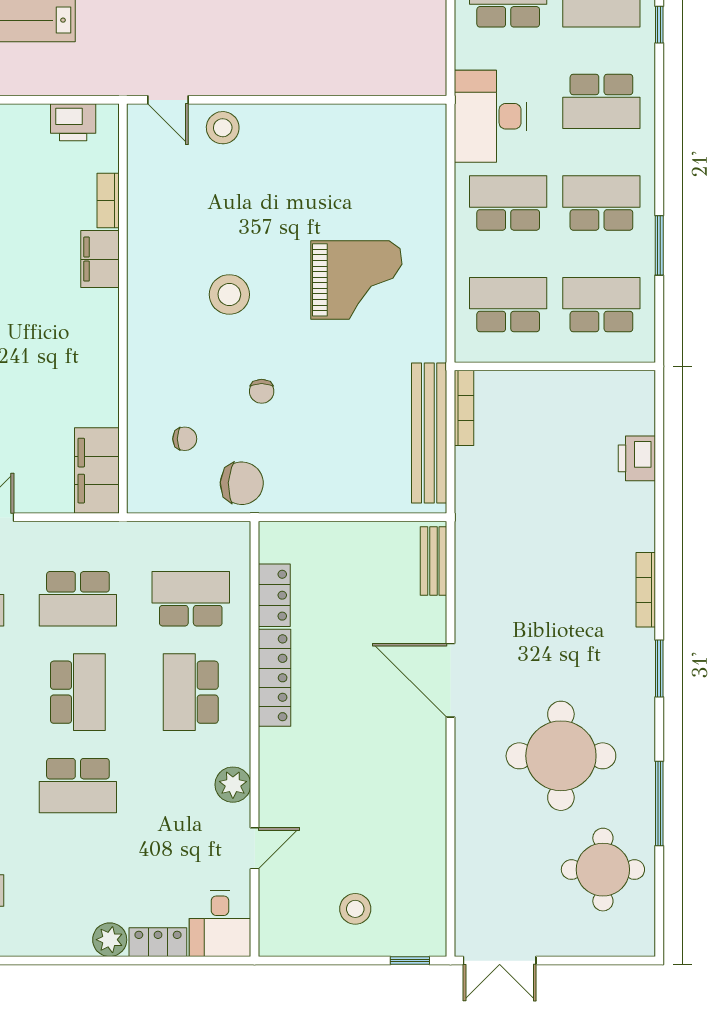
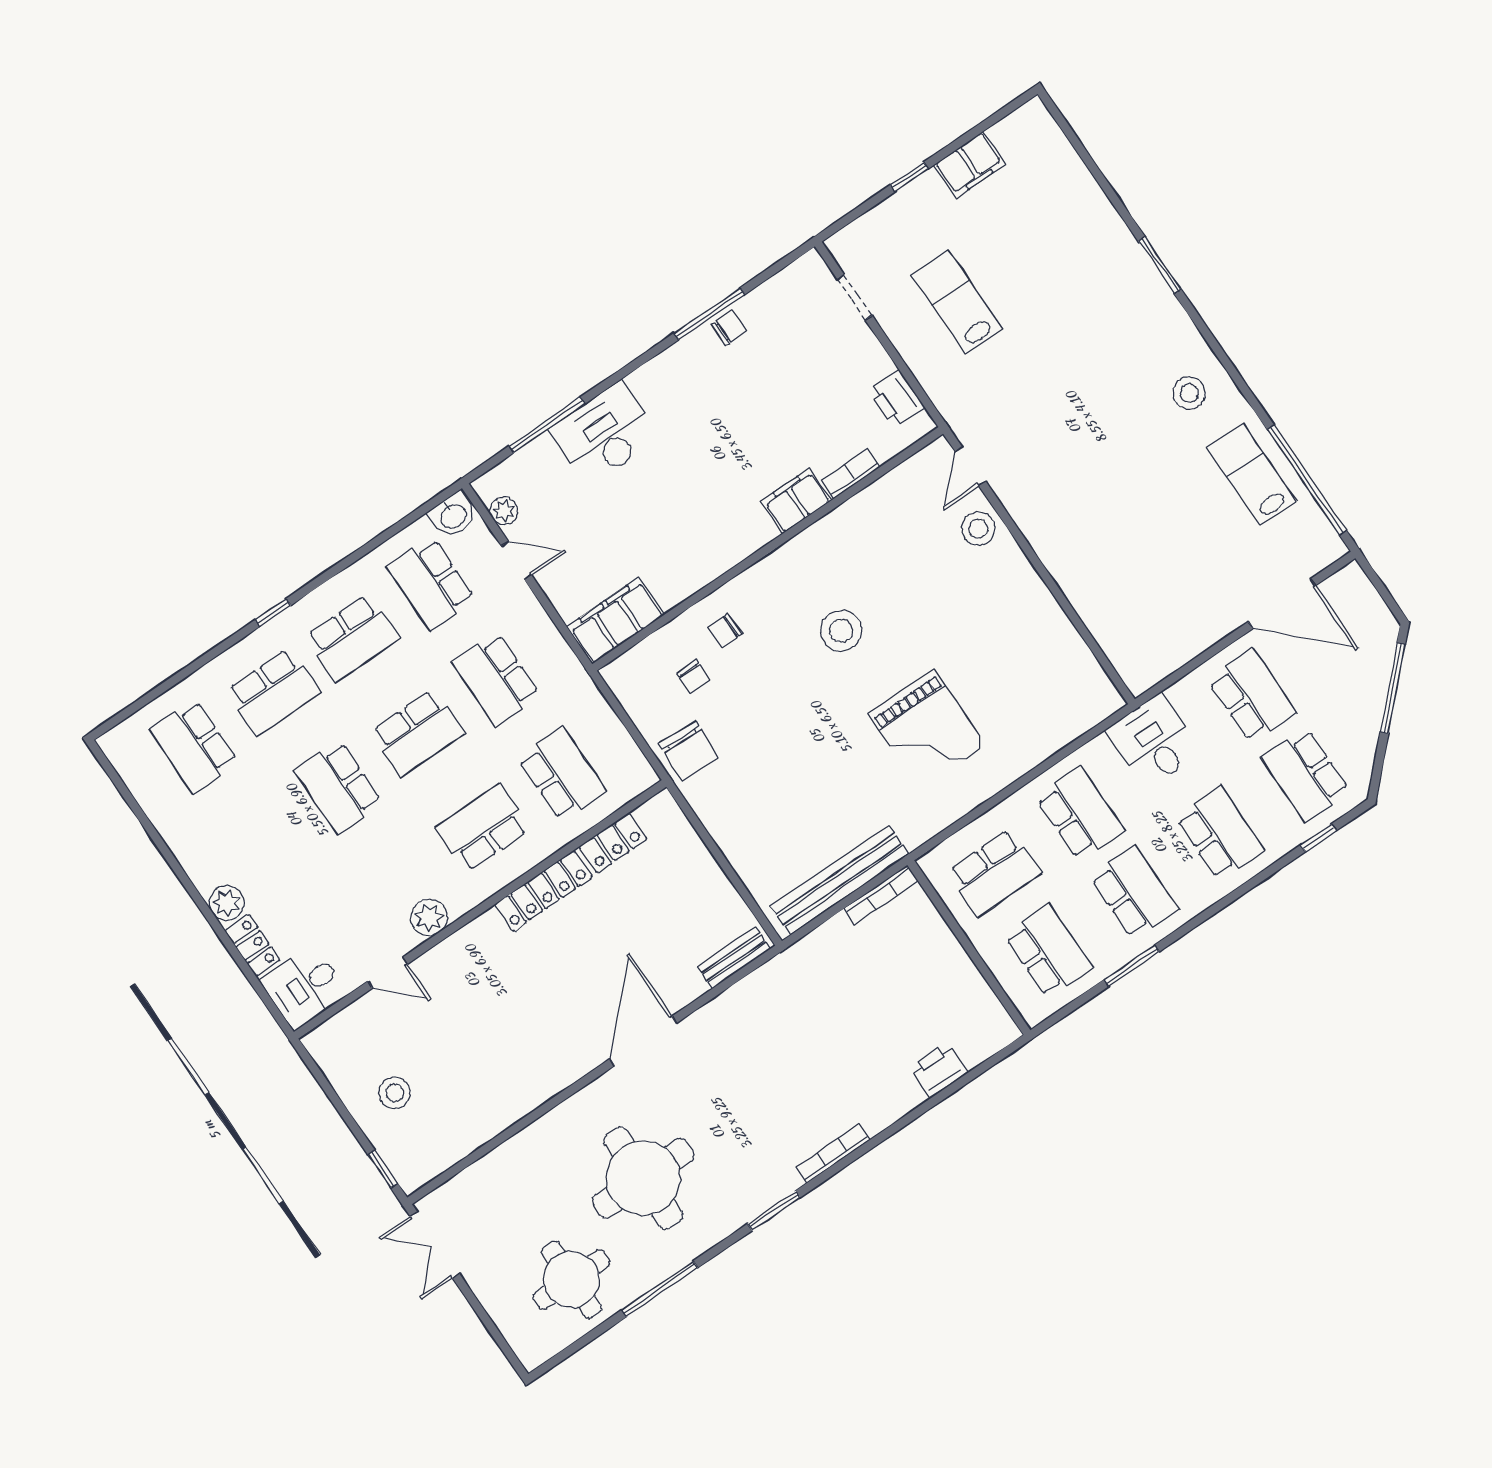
school desk: (601, 101) -> (1220, 834), turned 180
desk: (491, 116) -> (1154, 741), width x0.73
school desk: (508, 305) -> (994, 872), turned 90
chair: (262, 391) -> (725, 631), moved

